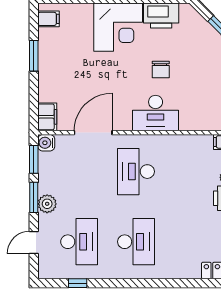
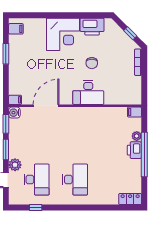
filing cabinet: (47, 117) -> (15, 100), width x0.50
desk: (136, 172) -> (75, 132), removed
plant: (47, 204) -> (15, 165), moved

